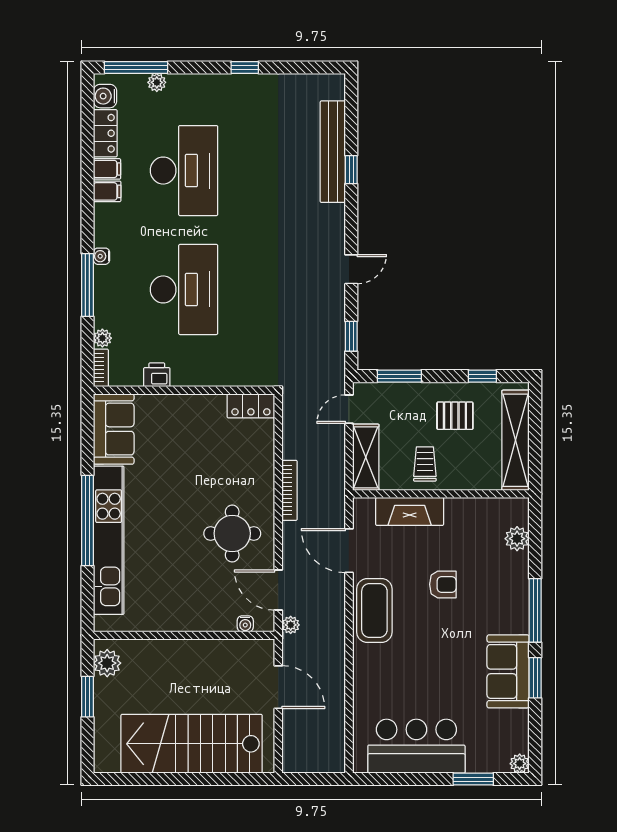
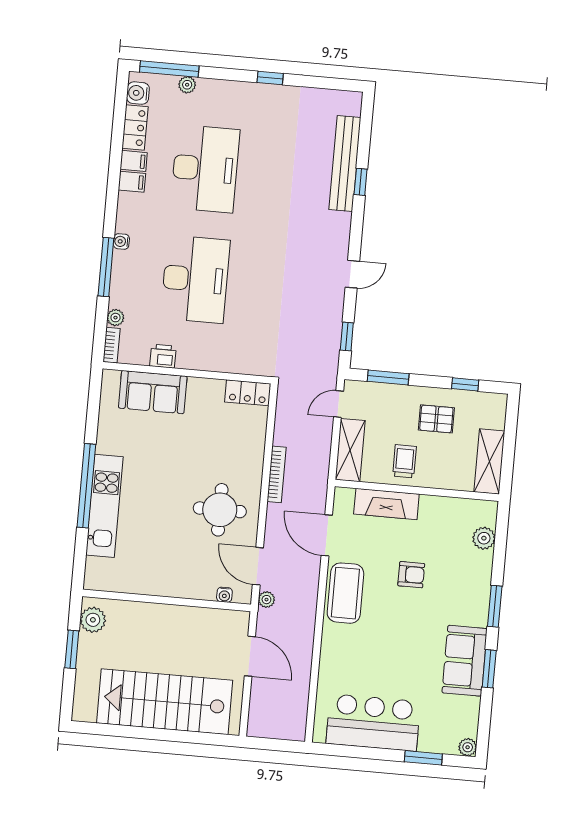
sofa: (114, 429) -> (153, 392), moved, turned 90
shelving: (516, 440) -> (489, 462), width x0.68
kitchen unit: (109, 540) -> (104, 506), width x0.73
window: (535, 610) -> (495, 606), width x0.69

